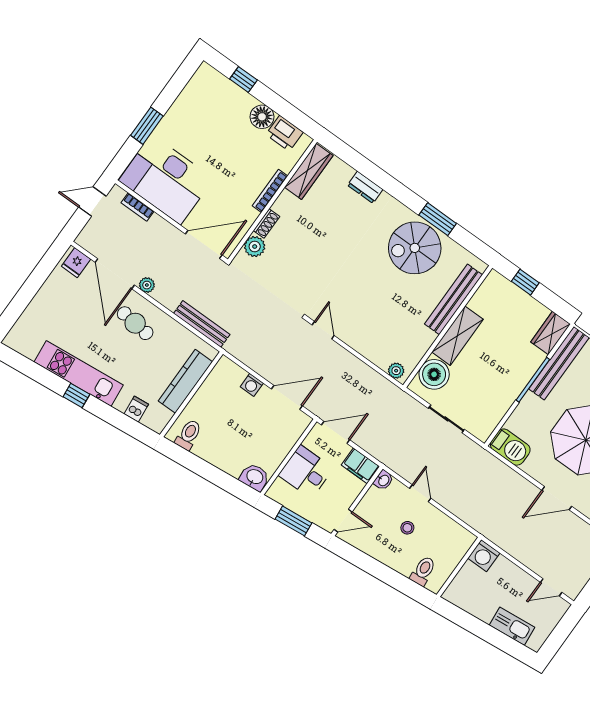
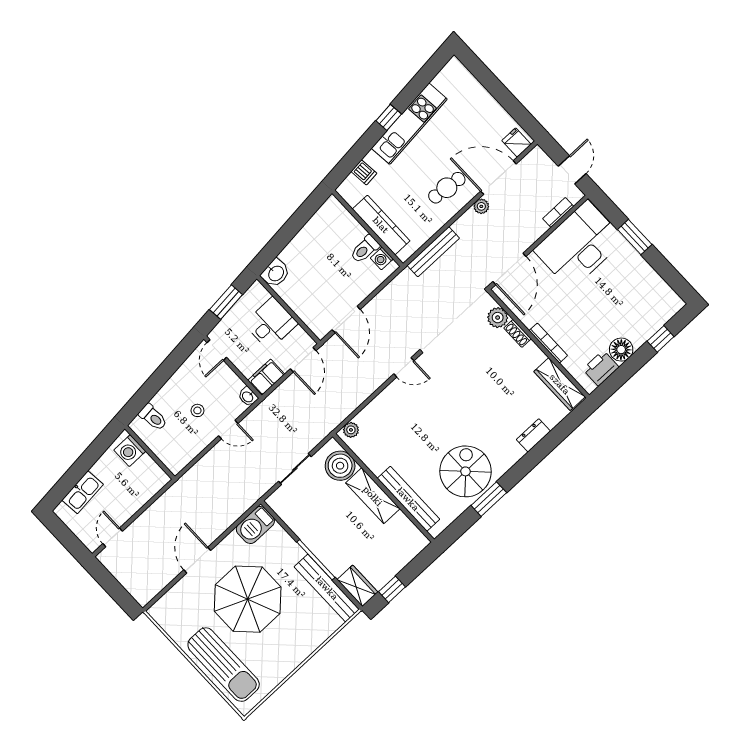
window: (525, 282) -> (392, 589), moved
washing machine: (252, 385) -> (382, 258), moved, turned -90
toilet: (188, 435) -> (365, 249), moved, turned 96
washing machine: (484, 556) -> (130, 451), moved, turned -90

